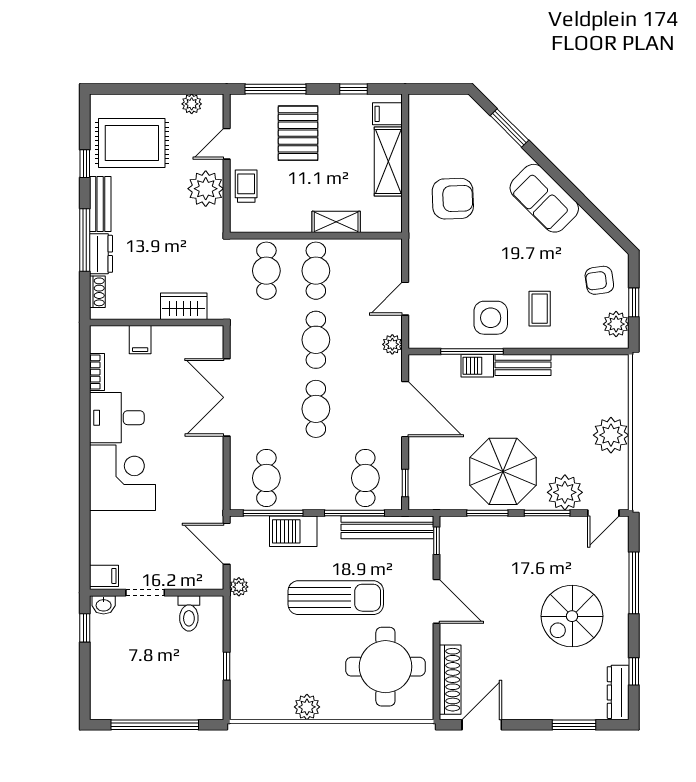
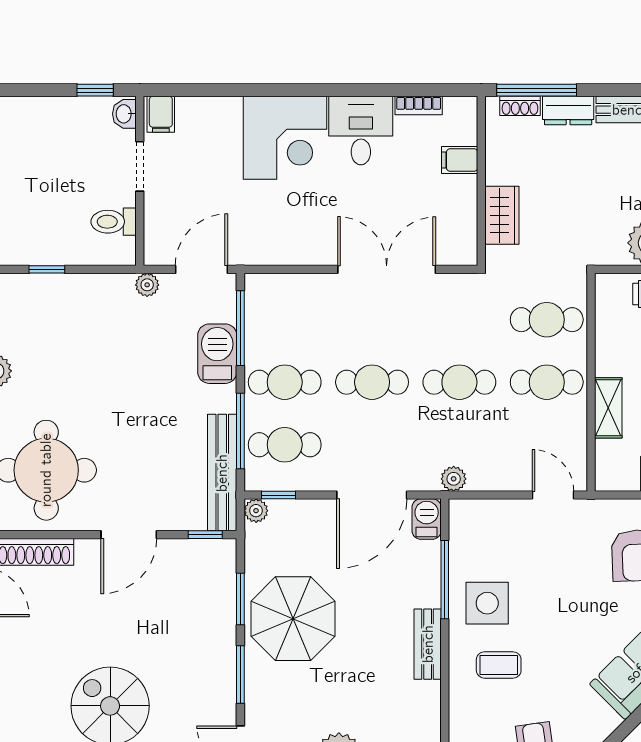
window: (85, 240) -> (537, 90), moved
door: (405, 299) -> (553, 495), moved
barbecue: (477, 366) -> (427, 519), moved
cafe table: (266, 478) -> (285, 382), moved
plant: (565, 492) -> (256, 511), moved, width x0.53, depth x0.53
sun lounger: (336, 598) -> (133, 407), removed

